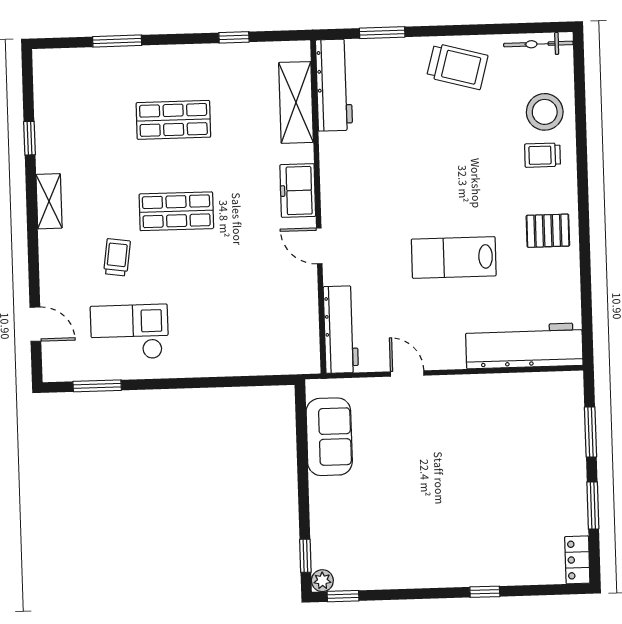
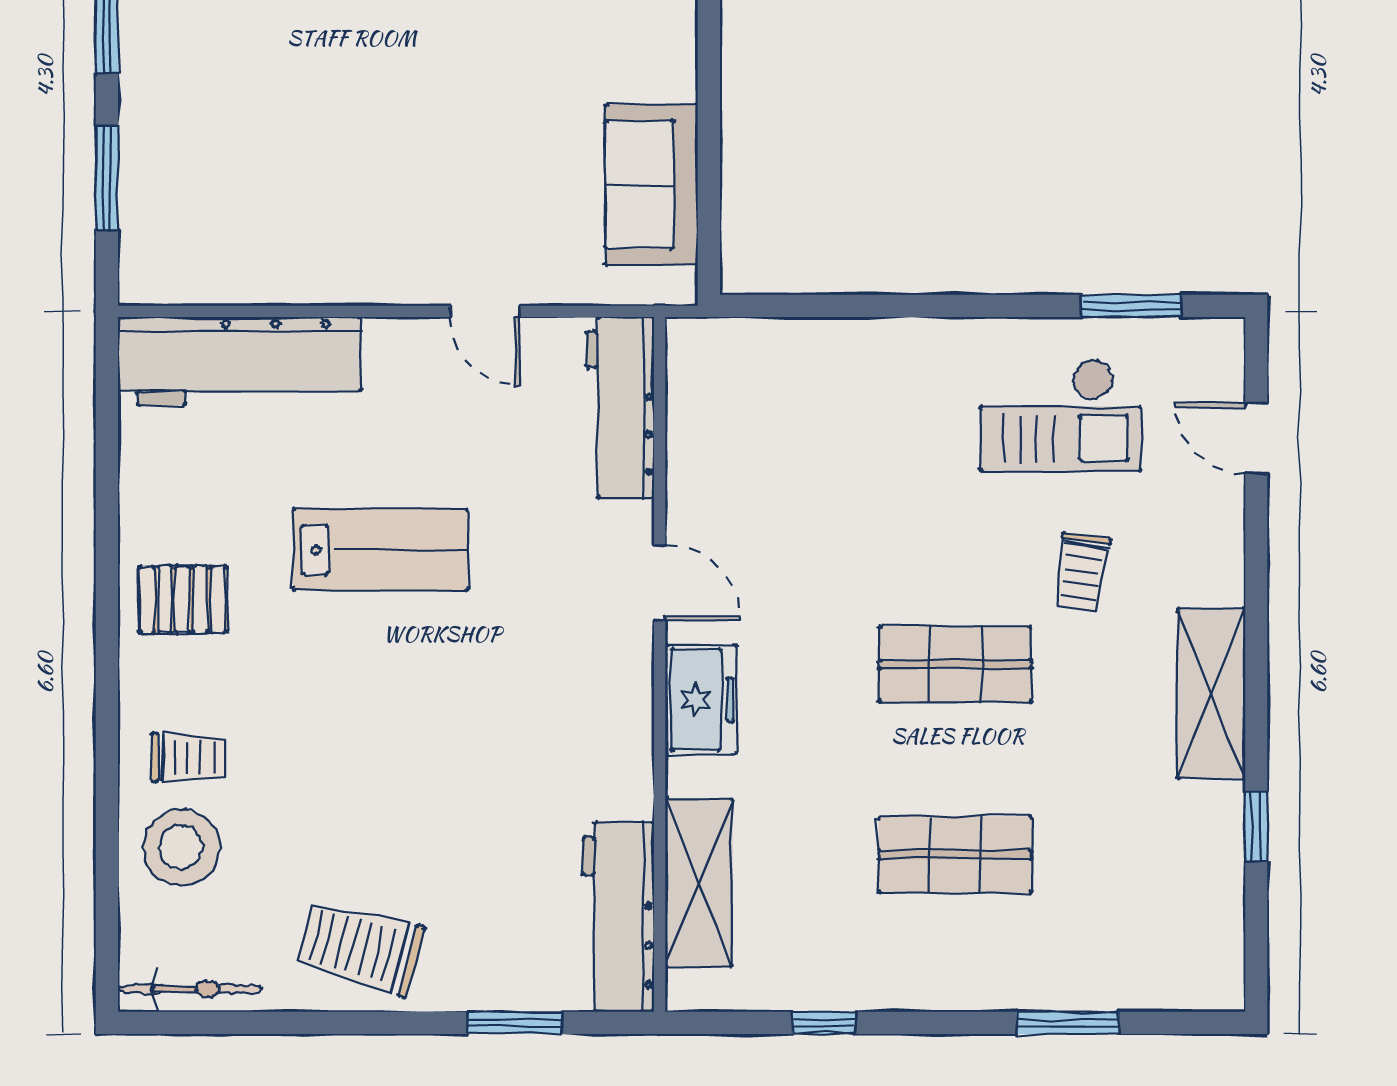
shelving: (49, 201) -> (1211, 693), width x1.50, depth x1.33

